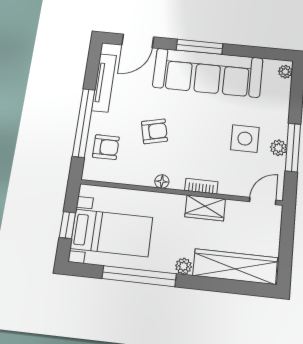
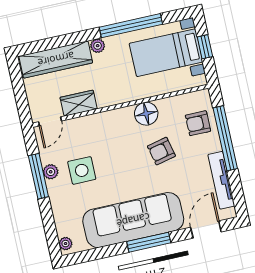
floor lamp: (162, 181) -> (146, 114), width x1.89, depth x1.89
bookcase: (201, 186) -> (105, 117), removed
wardrobe: (205, 208) -> (79, 103), moved

